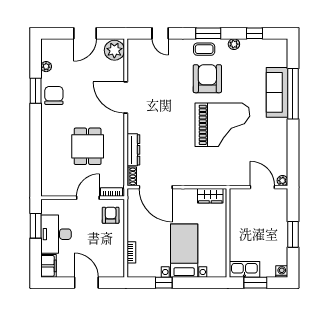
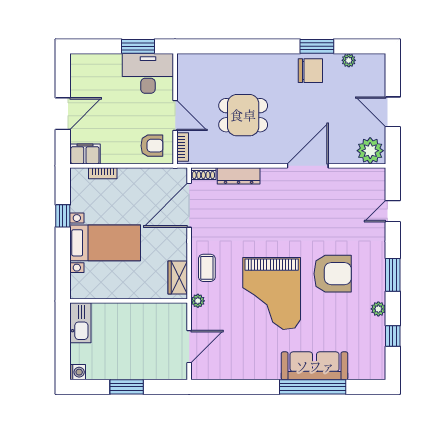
coffee table: (204, 49) -> (207, 268), moved
plant: (282, 181) -> (198, 301), moved
desk: (56, 234) -> (148, 73), moved
filing cabinet: (49, 266) -> (85, 154), moved, turned 180
window: (255, 283) -> (63, 337), removed

